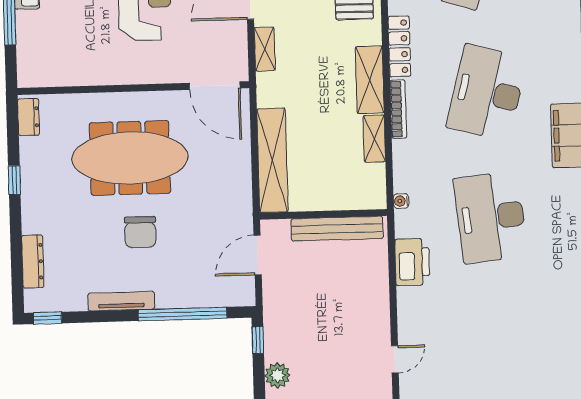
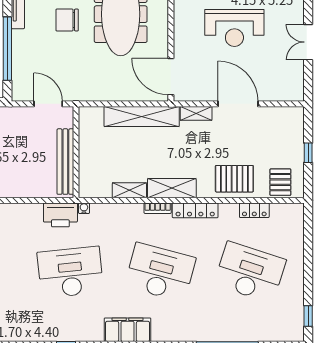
door: (215, 86) -> (171, 77), hinge flipped
bookcase: (398, 109) -> (158, 208), width x0.64
shelving: (272, 160) -> (142, 117), moved
printer: (412, 262) -> (60, 215), moved

